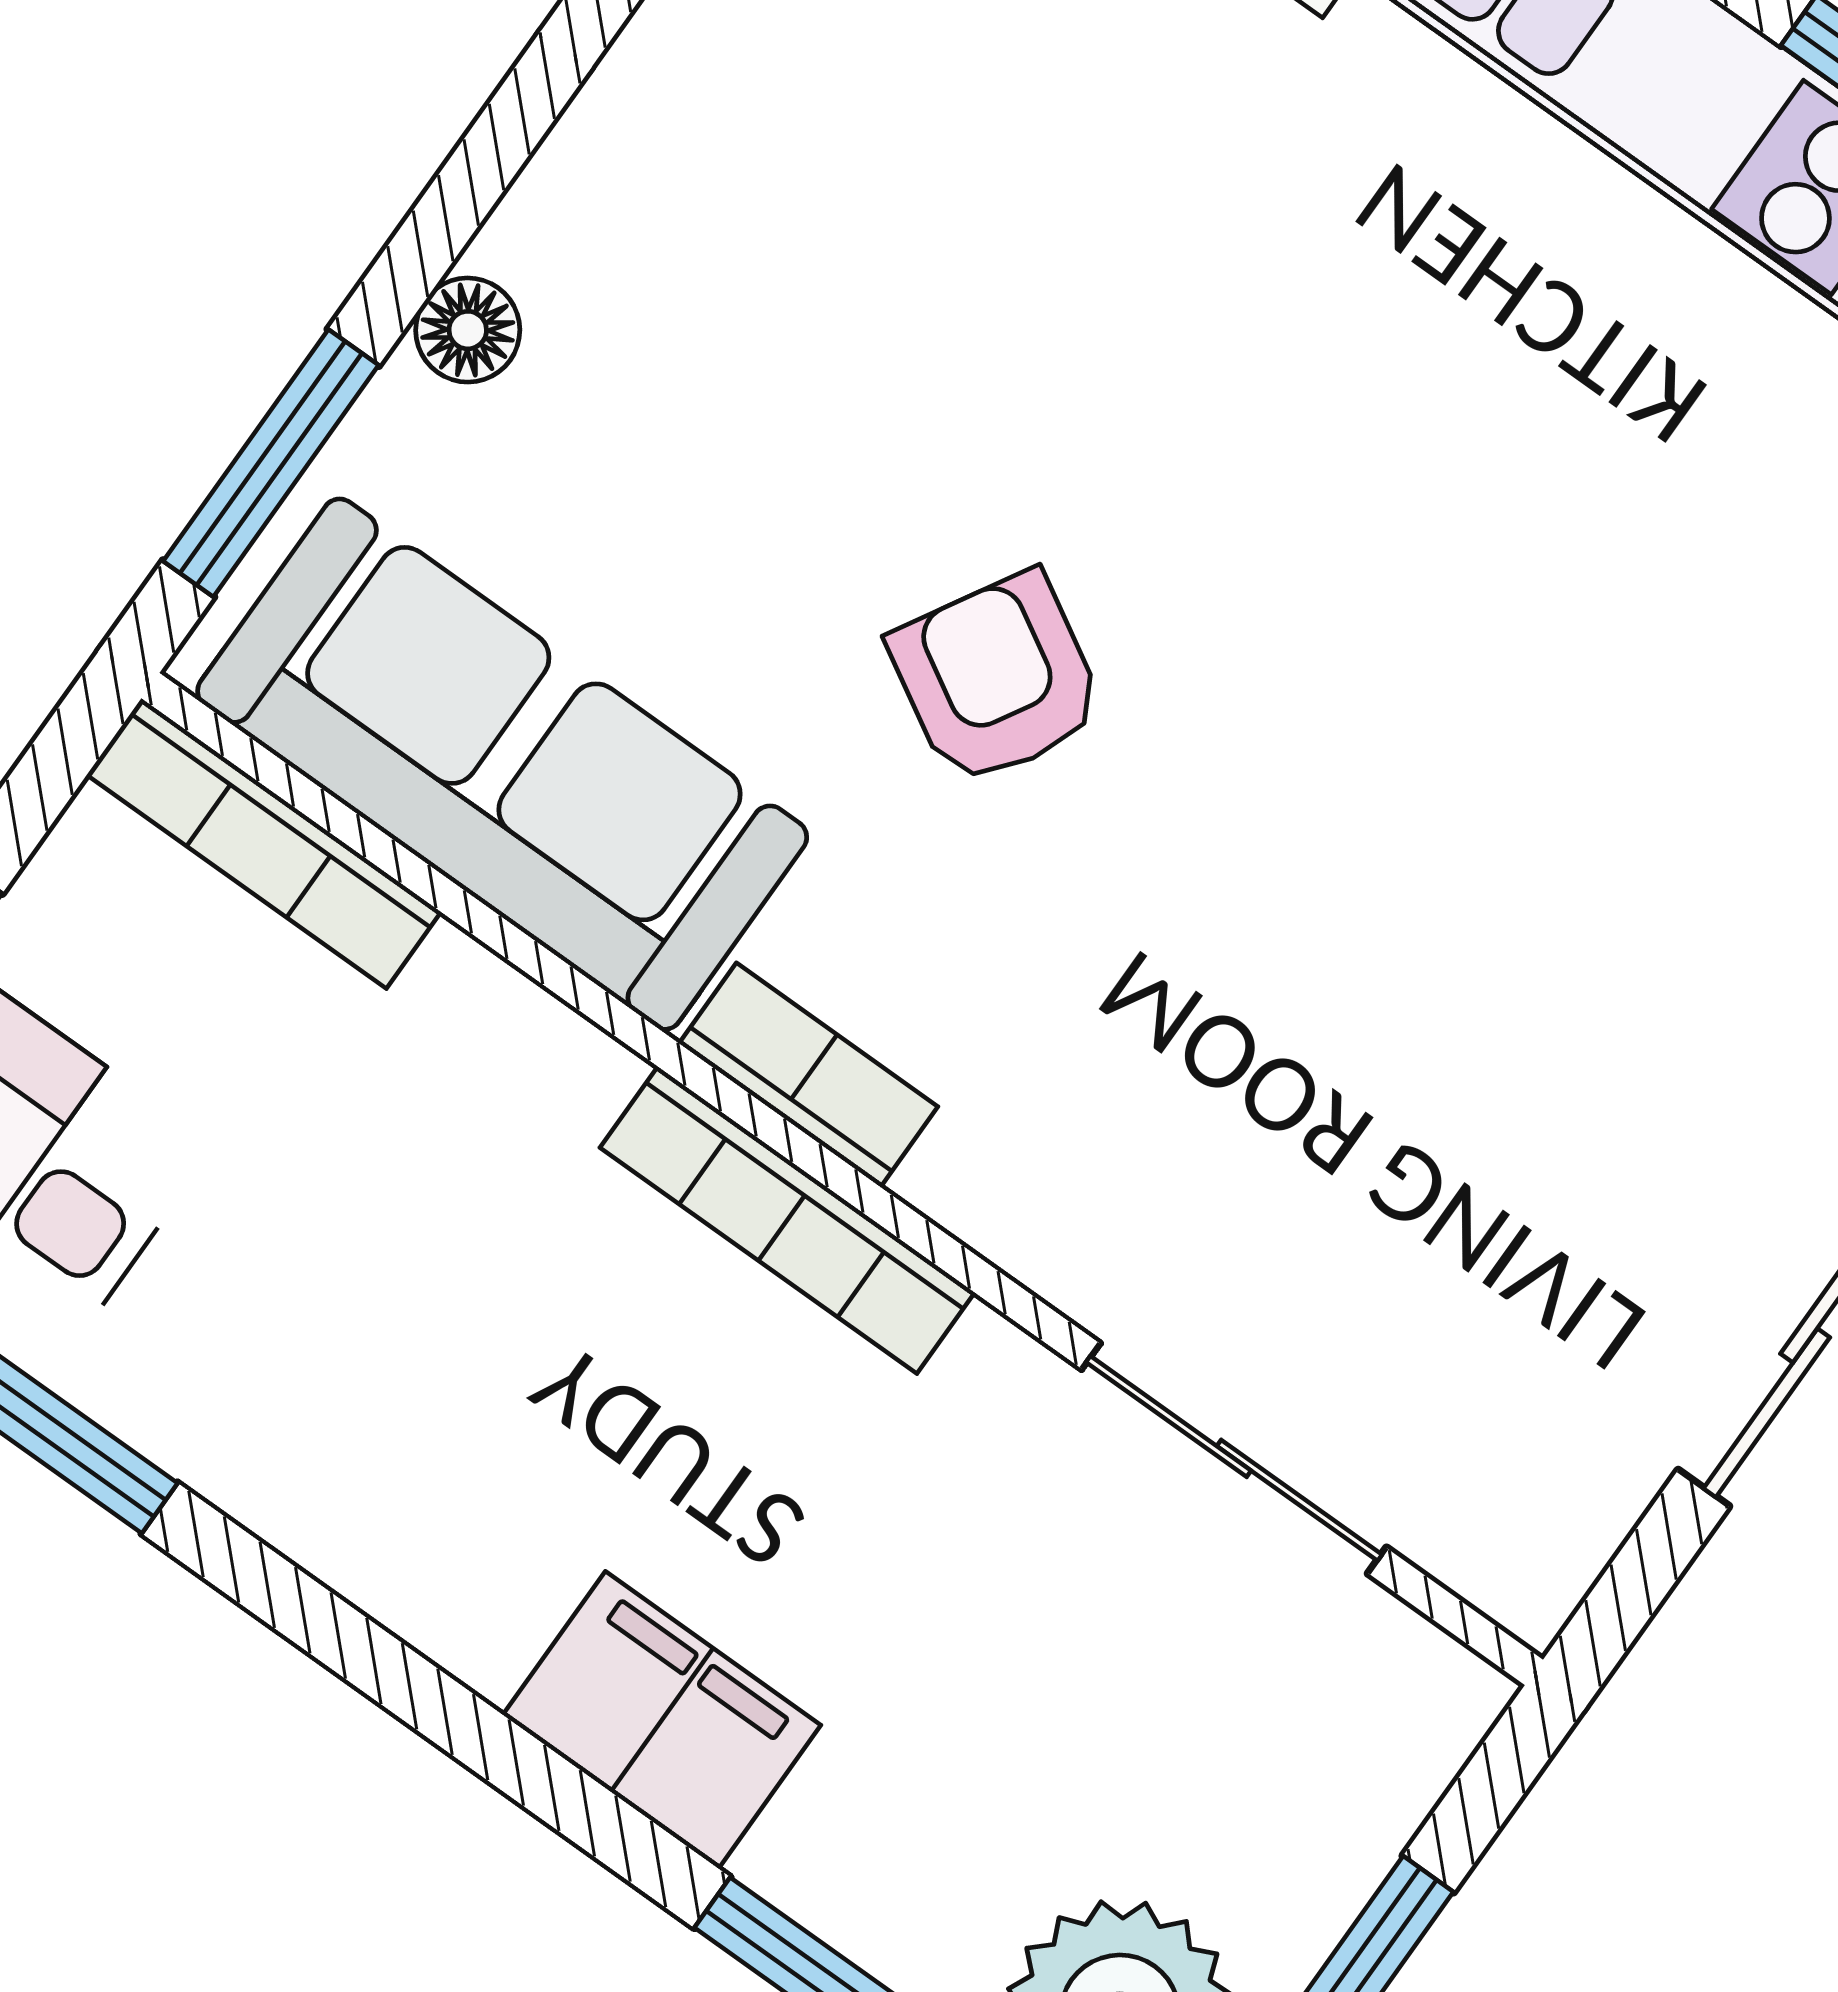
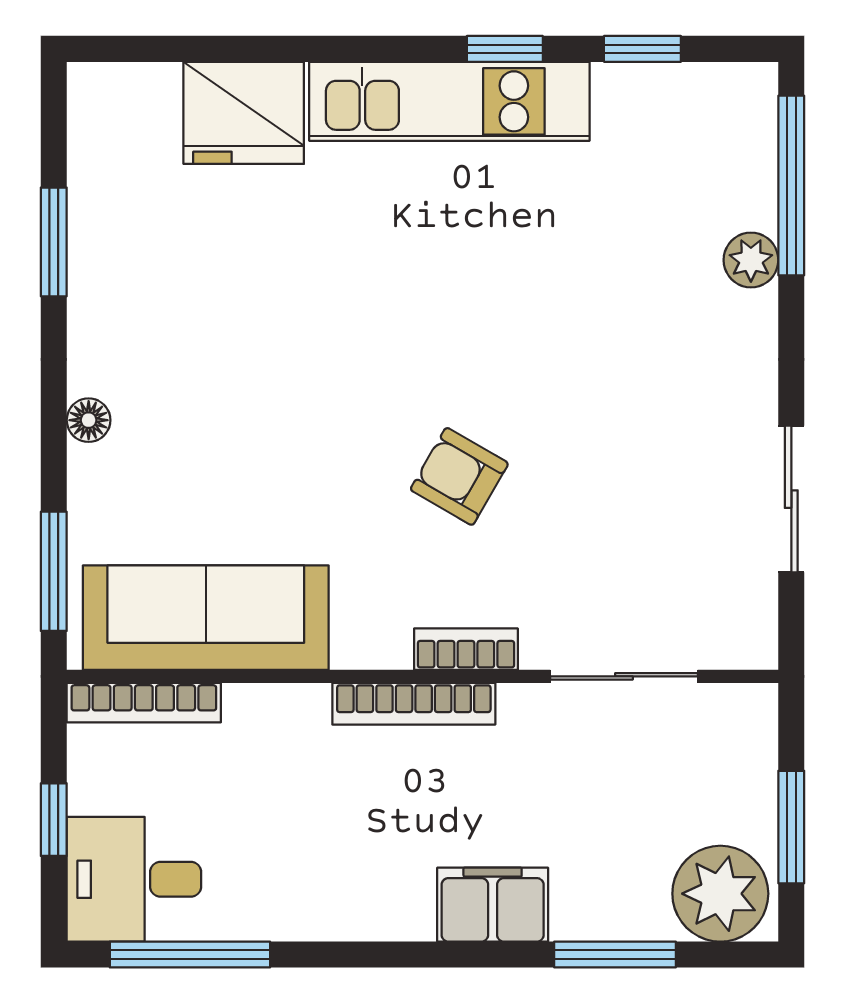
floor lamp: (468, 330) -> (89, 420), moved
armchair: (997, 679) -> (459, 476), moved
bookcase: (808, 1075) -> (466, 649), moved

